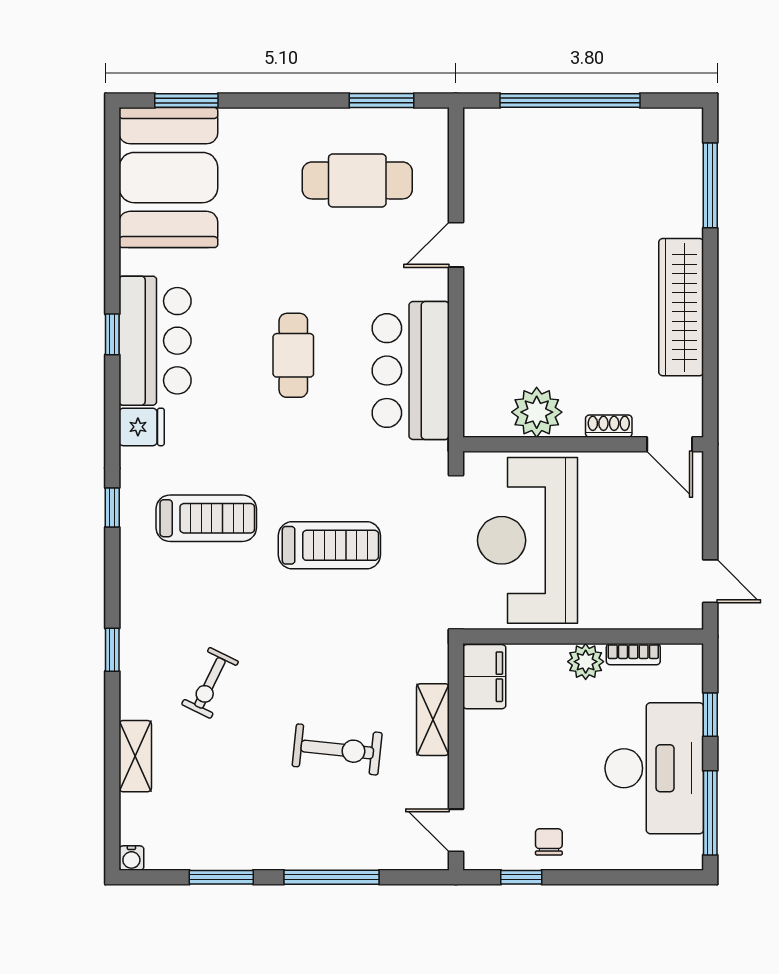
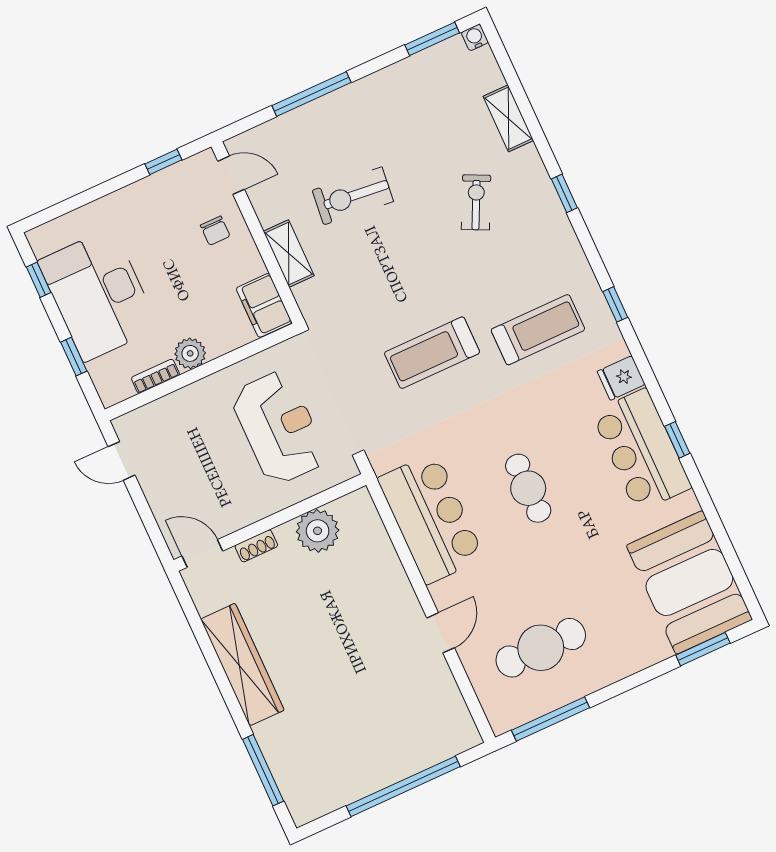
window: (381, 100) -> (550, 719), width x1.44
treadmill: (206, 518) -> (538, 330), turned 180
reception desk: (528, 540) -> (279, 427), width x0.74, depth x0.77
window: (710, 813) -> (39, 280), width x0.46
chair: (549, 842) -> (215, 231), moved
window: (221, 877) -> (432, 39), moved

